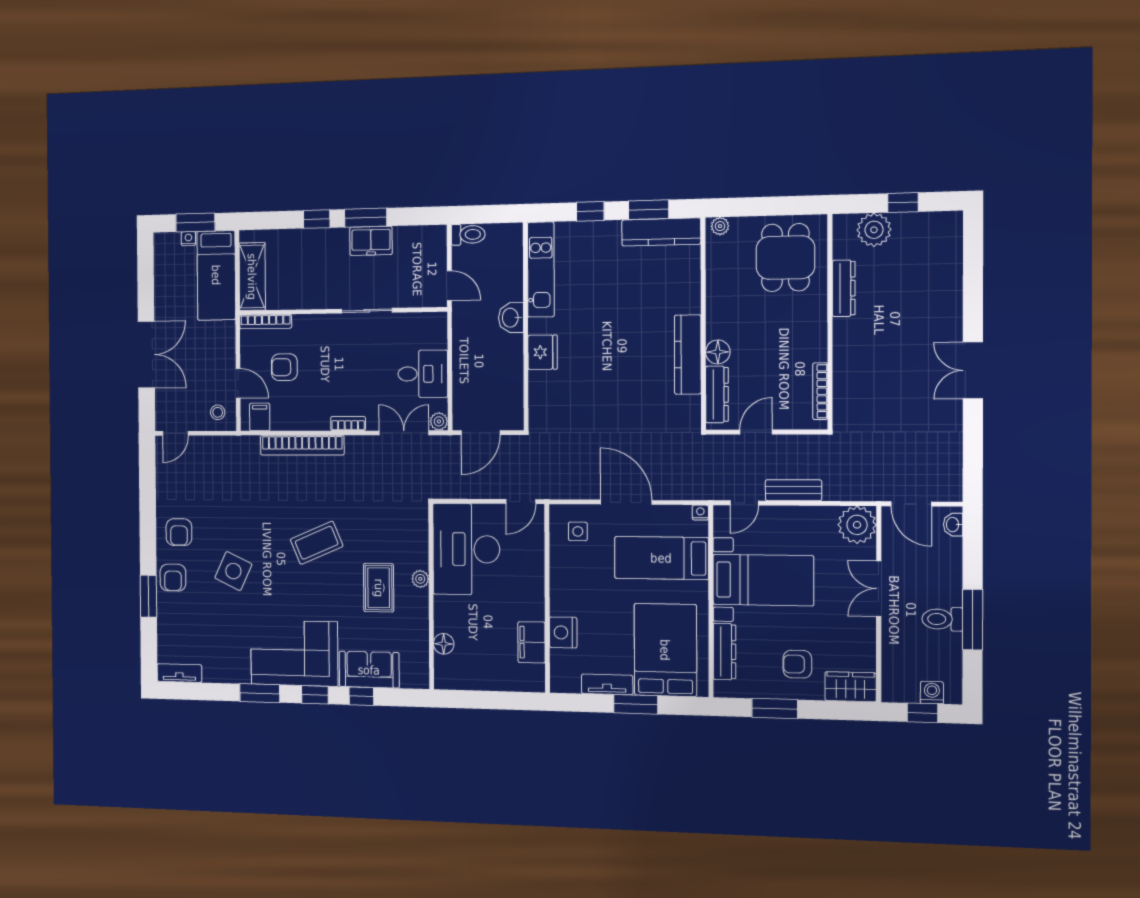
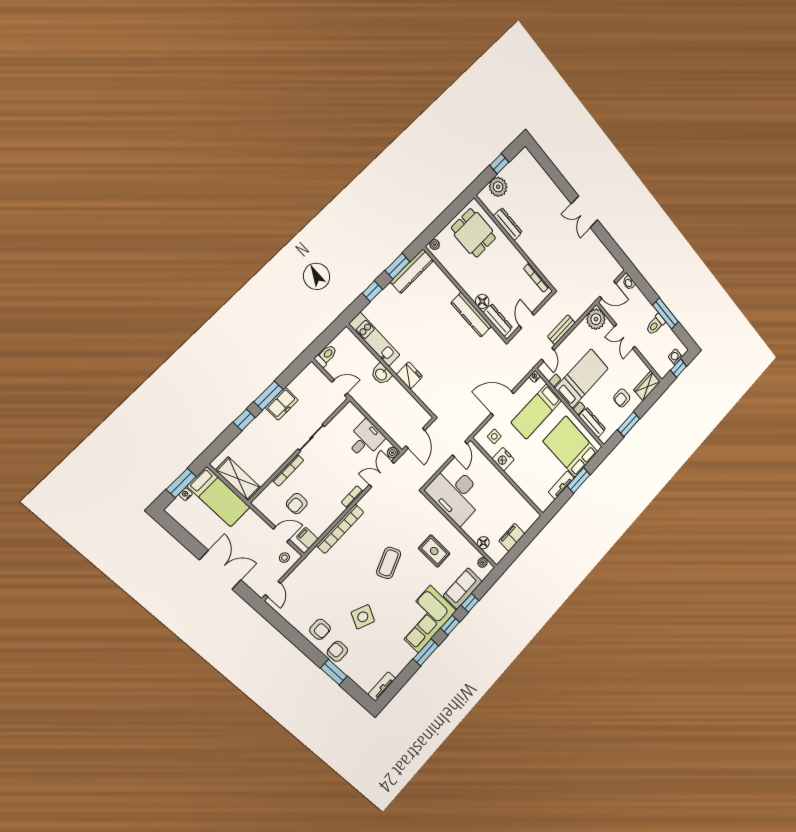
bookcase: (266, 322) -> (288, 470), moved
armchair: (173, 578) -> (337, 651), turned 180
plant: (420, 579) -> (483, 562), moved
nightstand: (563, 632) -> (503, 459), moved
filing cabinet: (532, 642) -> (512, 537), moved, turned 90

